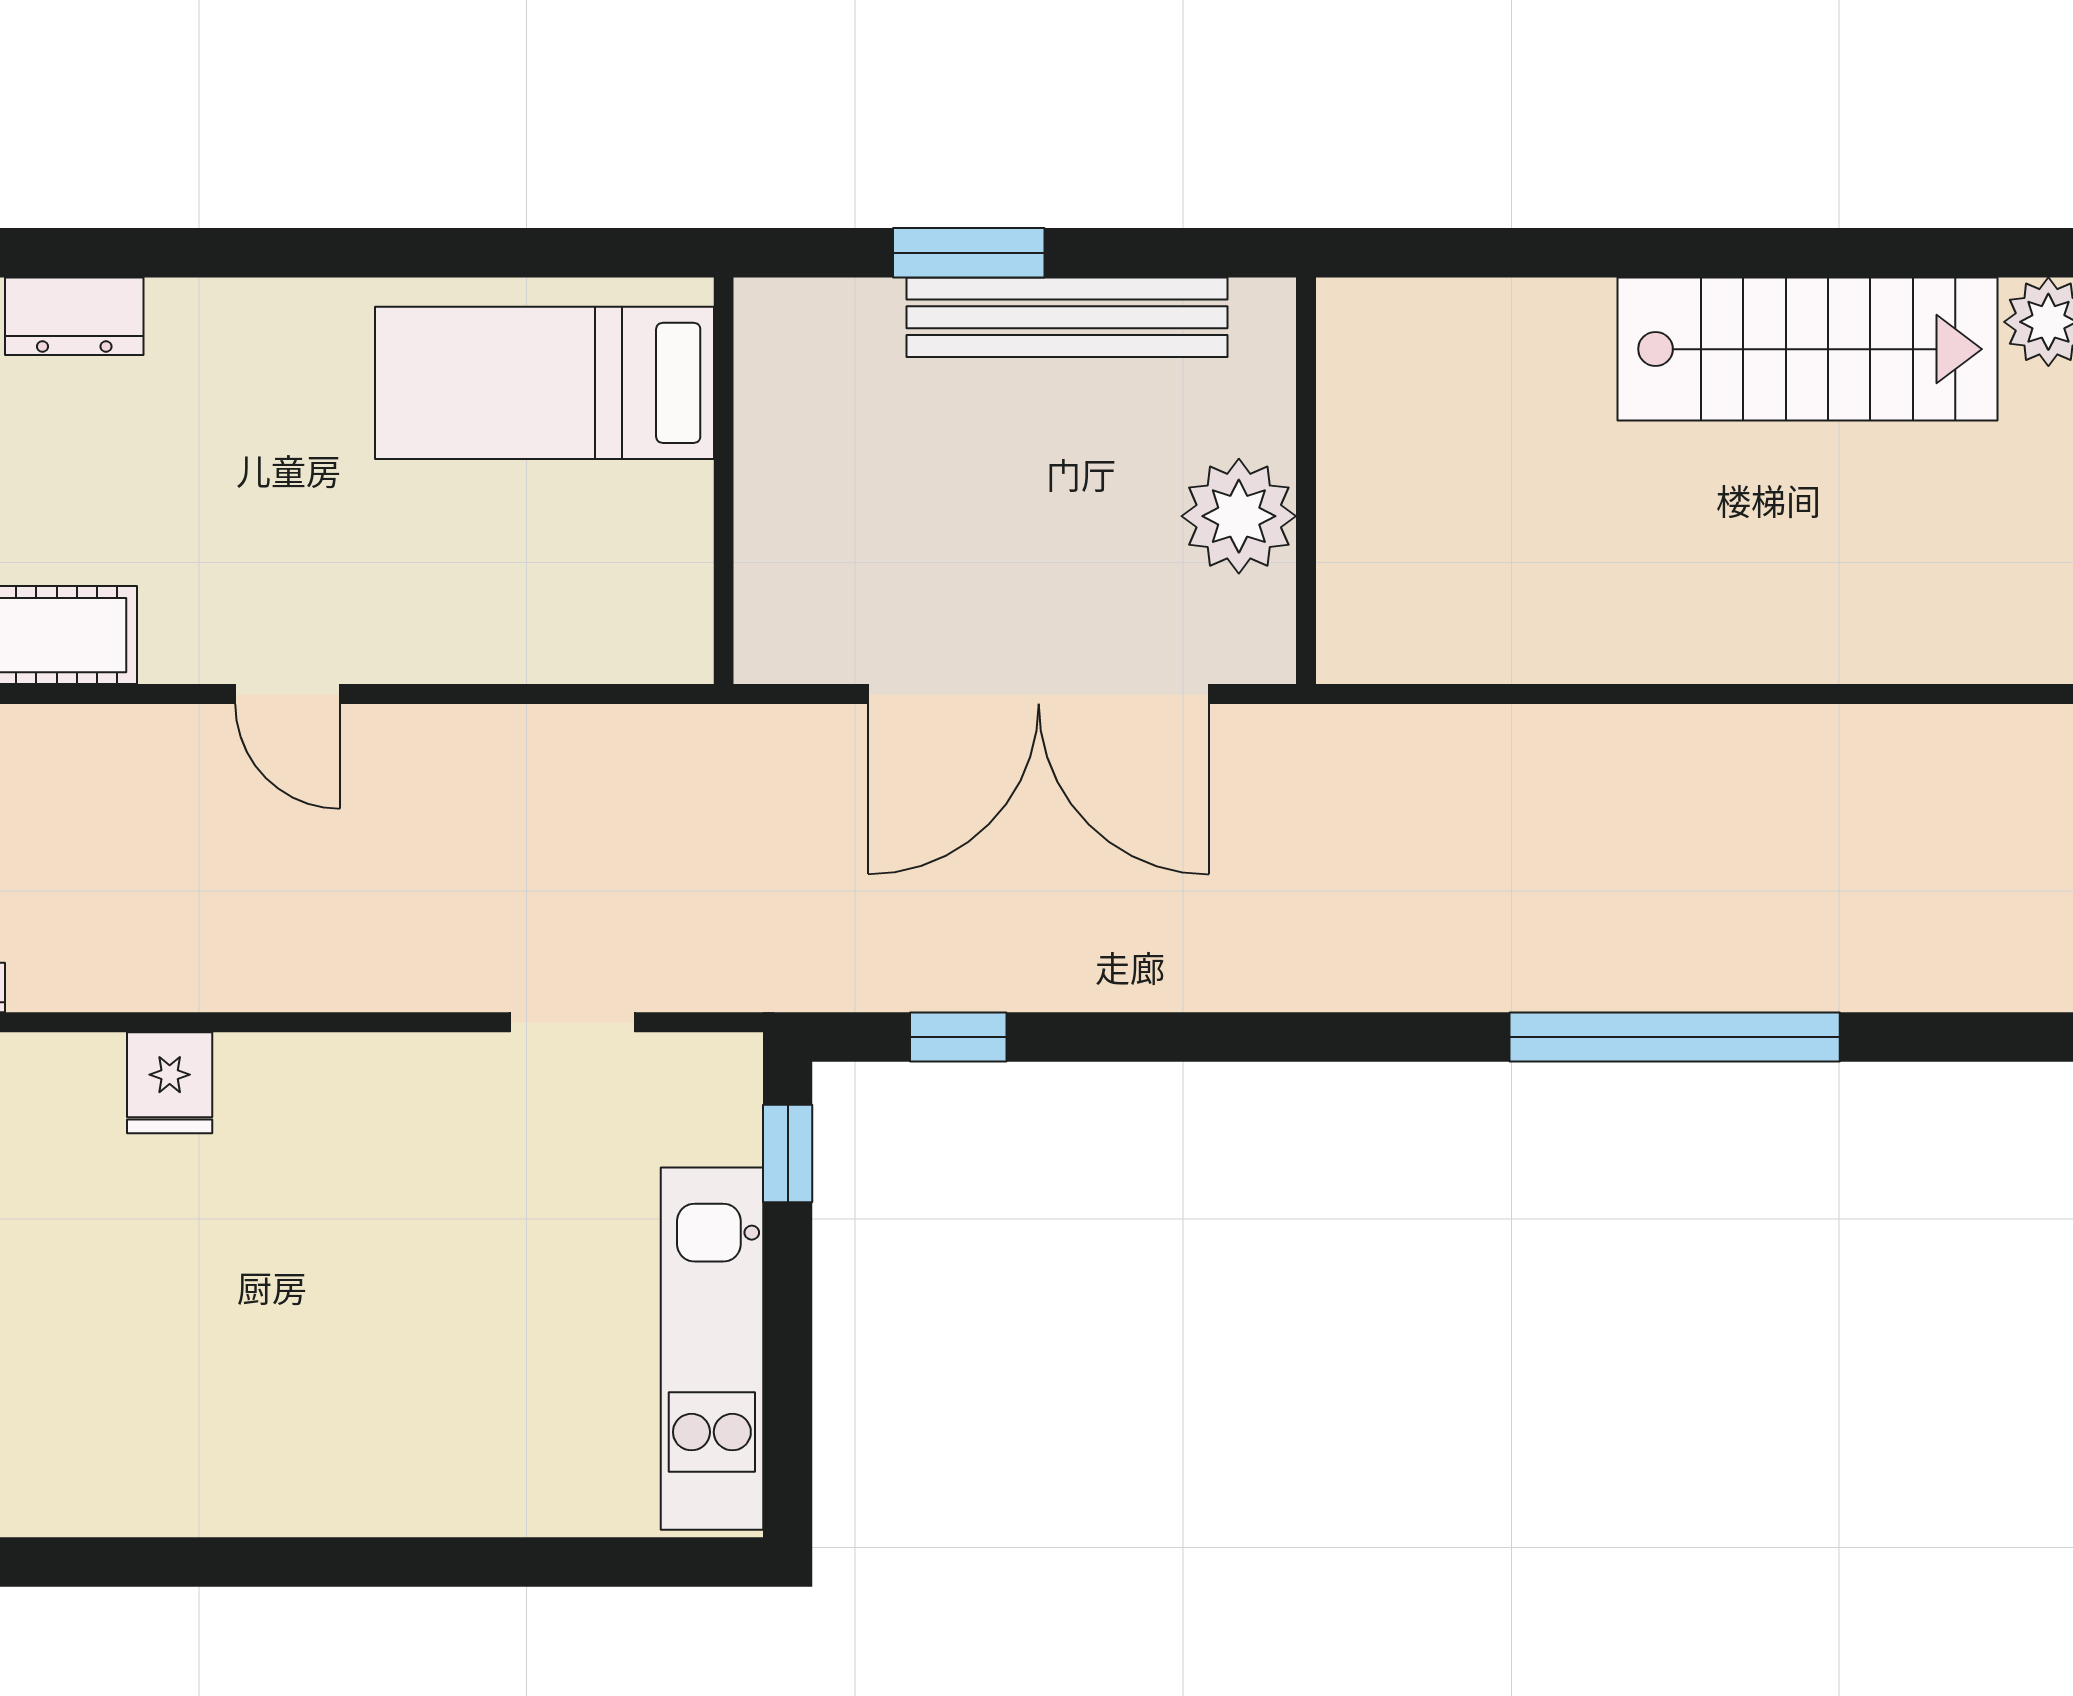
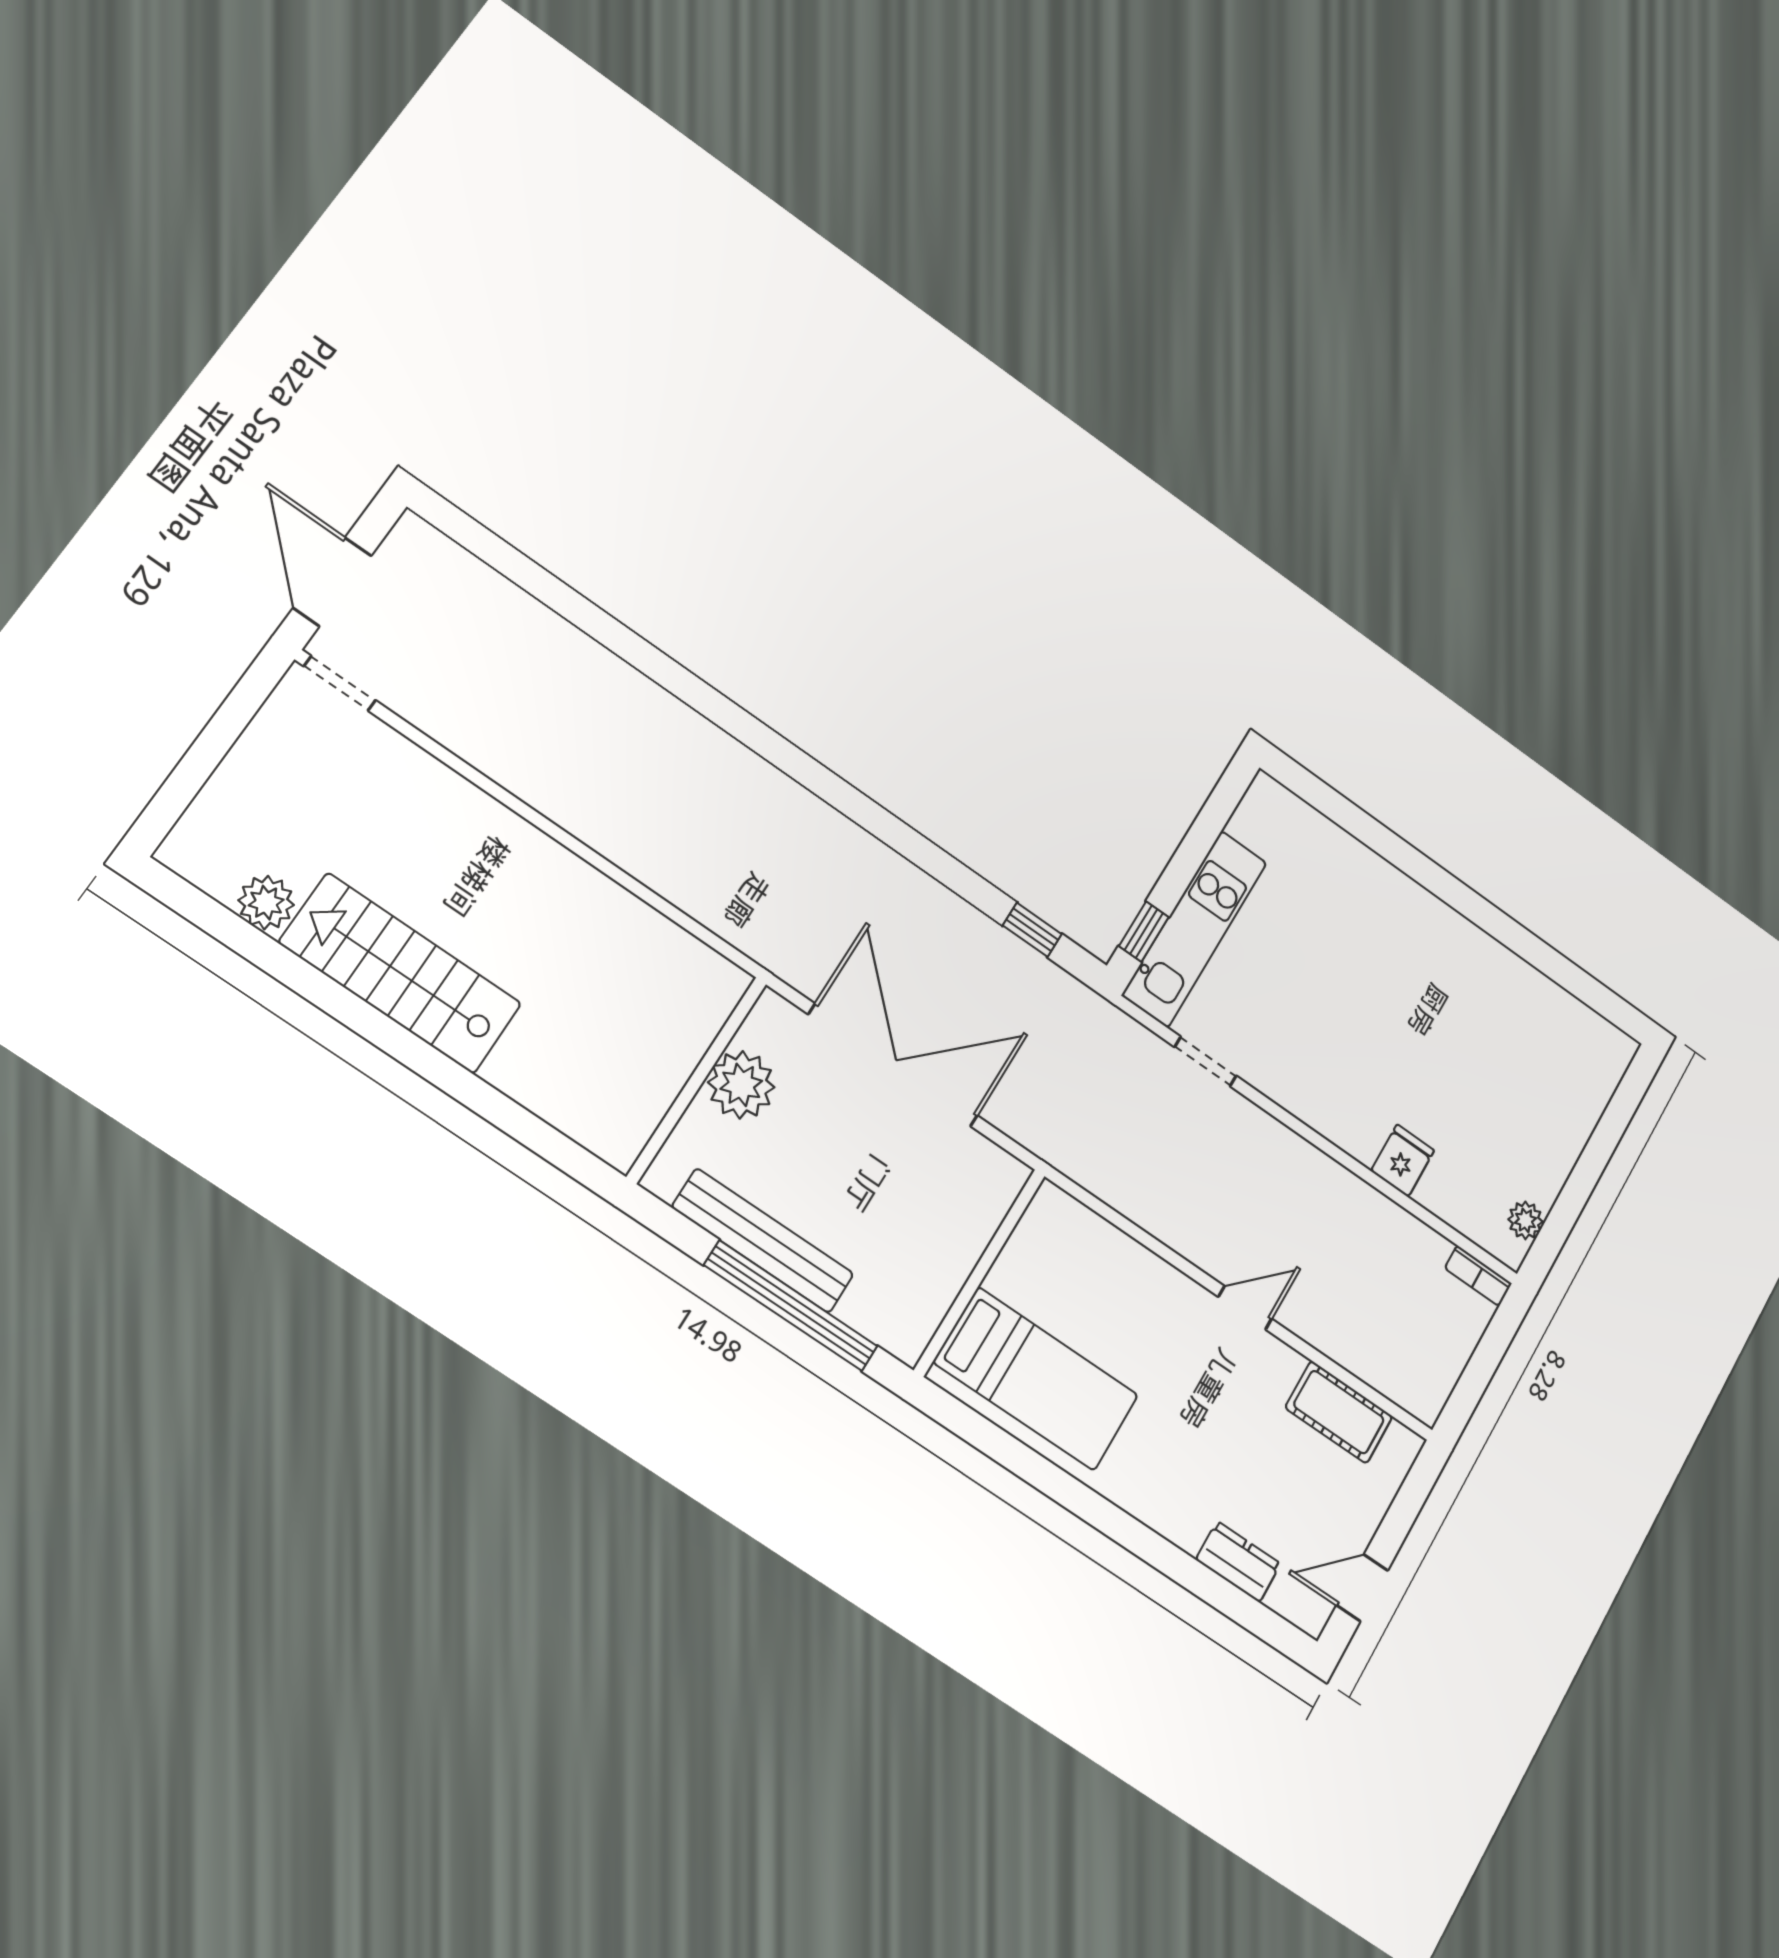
window: (969, 253) -> (791, 1306), width x2.11
door: (288, 694) -> (1245, 1308), hinge flipped
window: (1675, 1037) -> (693, 691), removed
kitchen unit: (712, 1349) -> (1195, 929), moved

